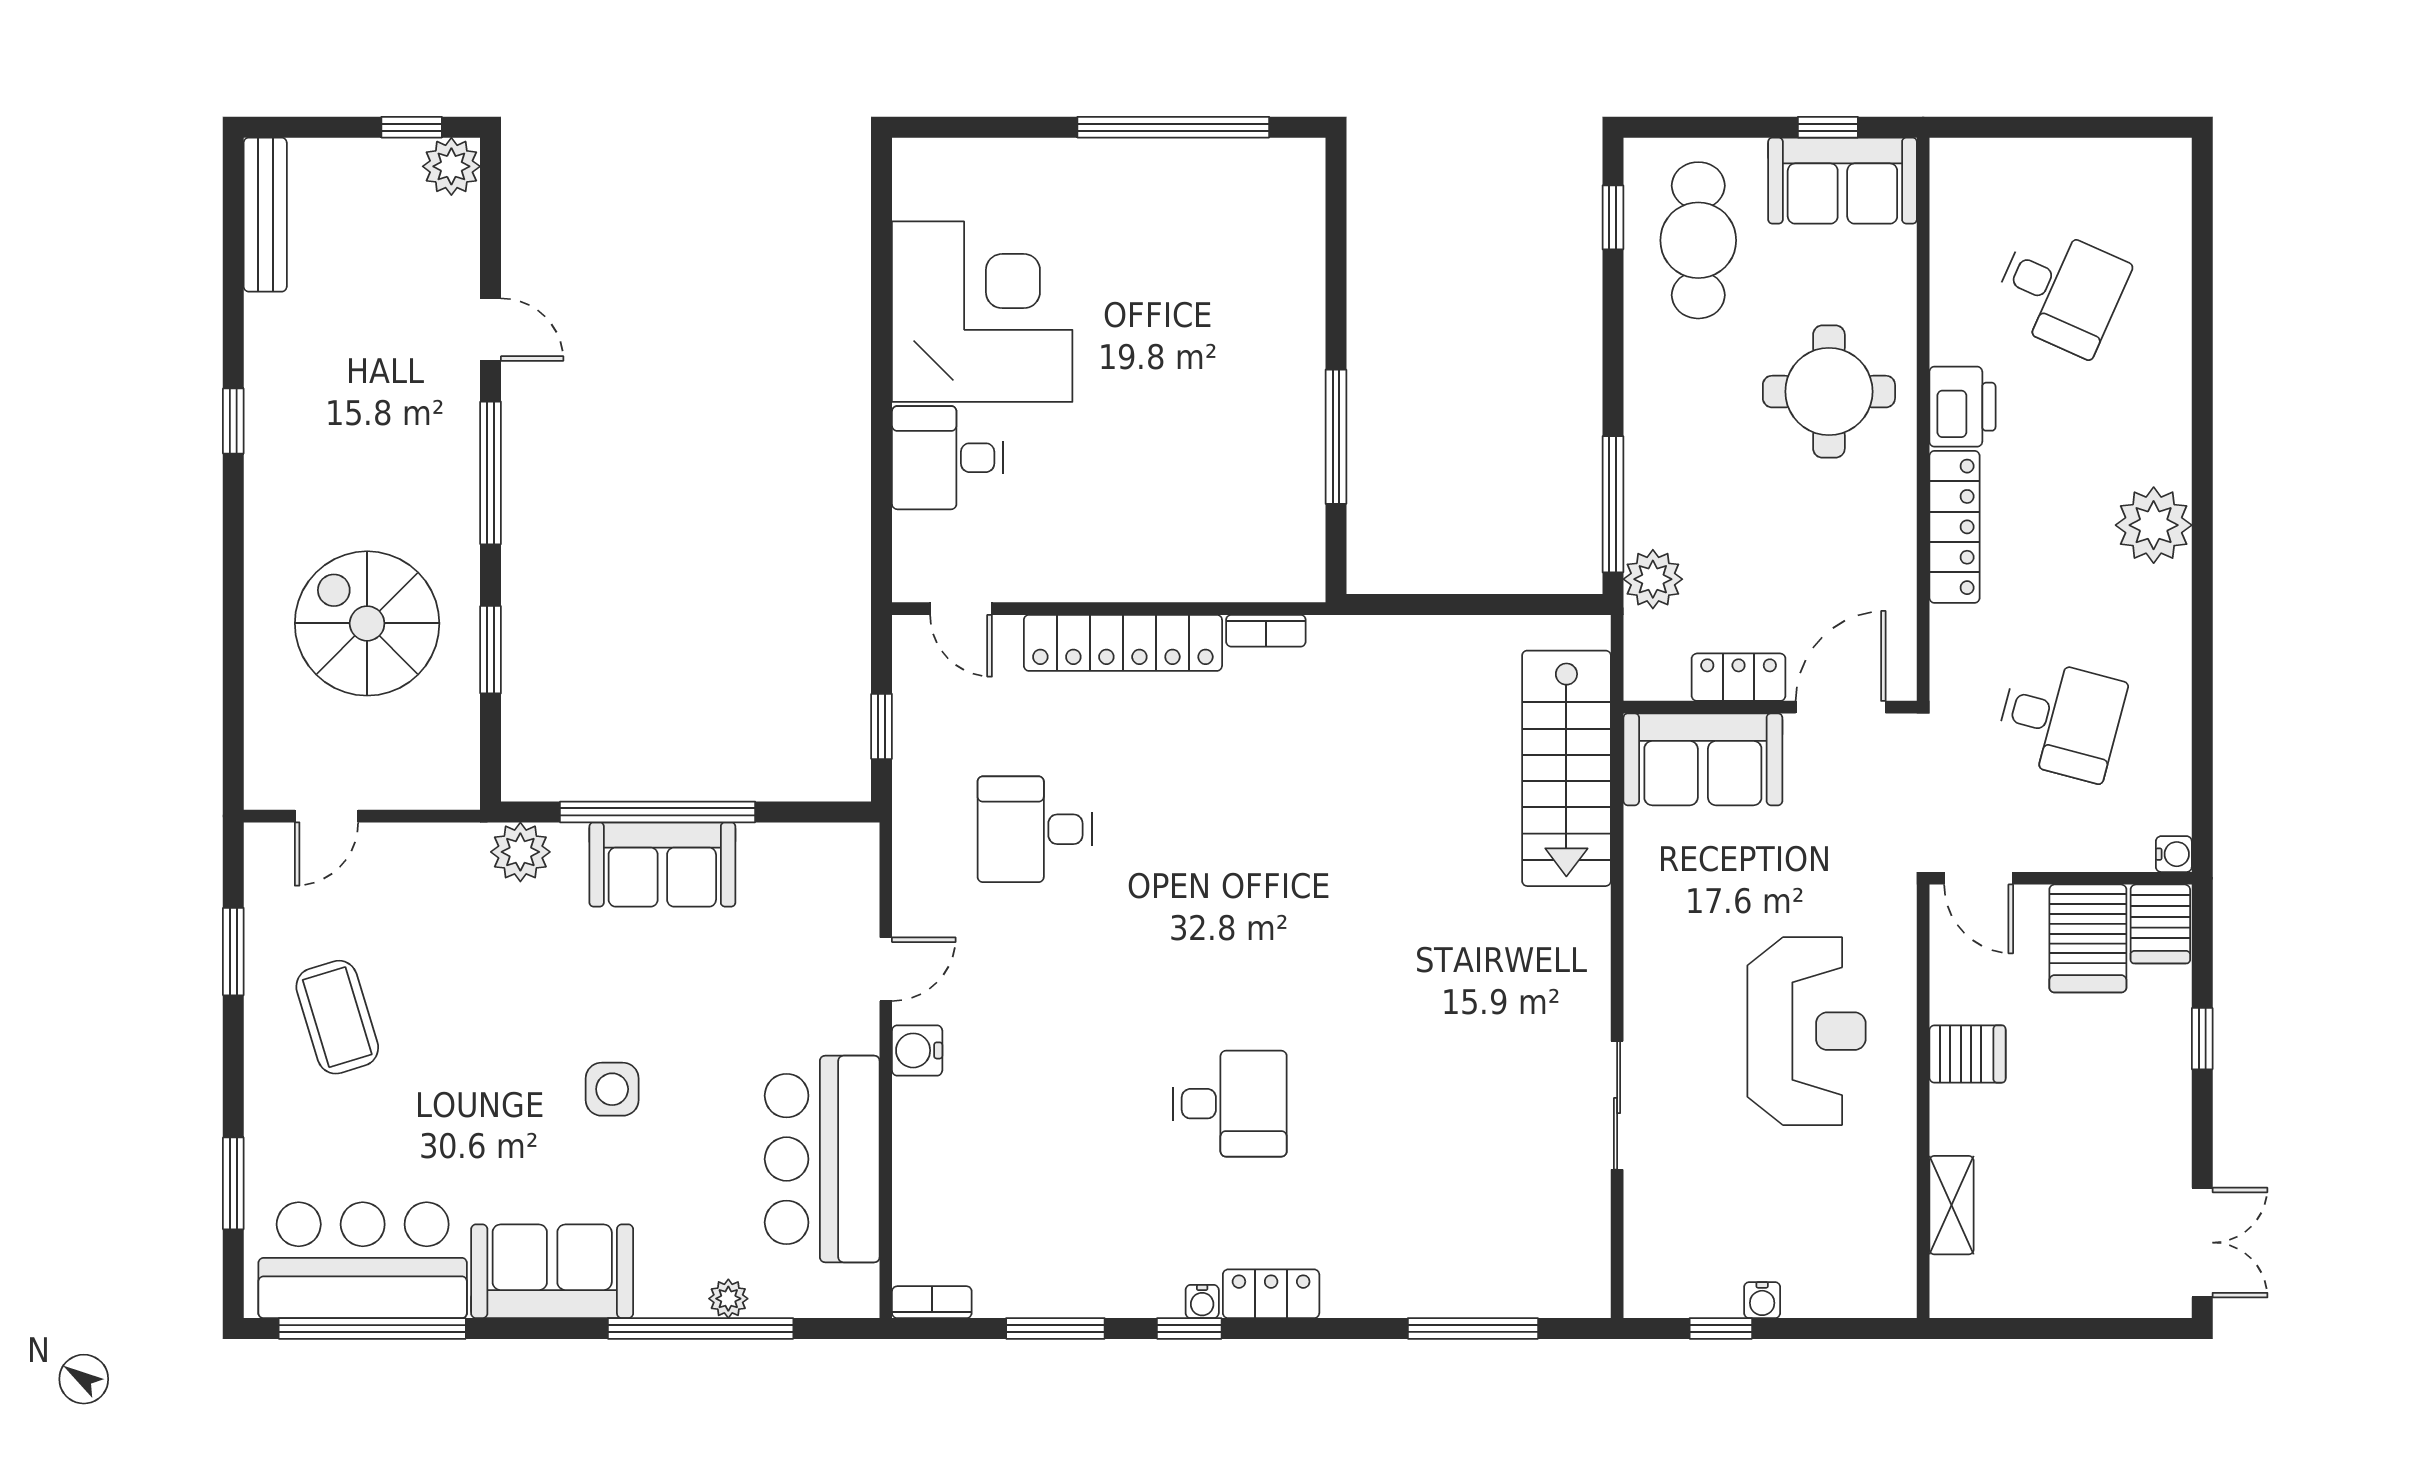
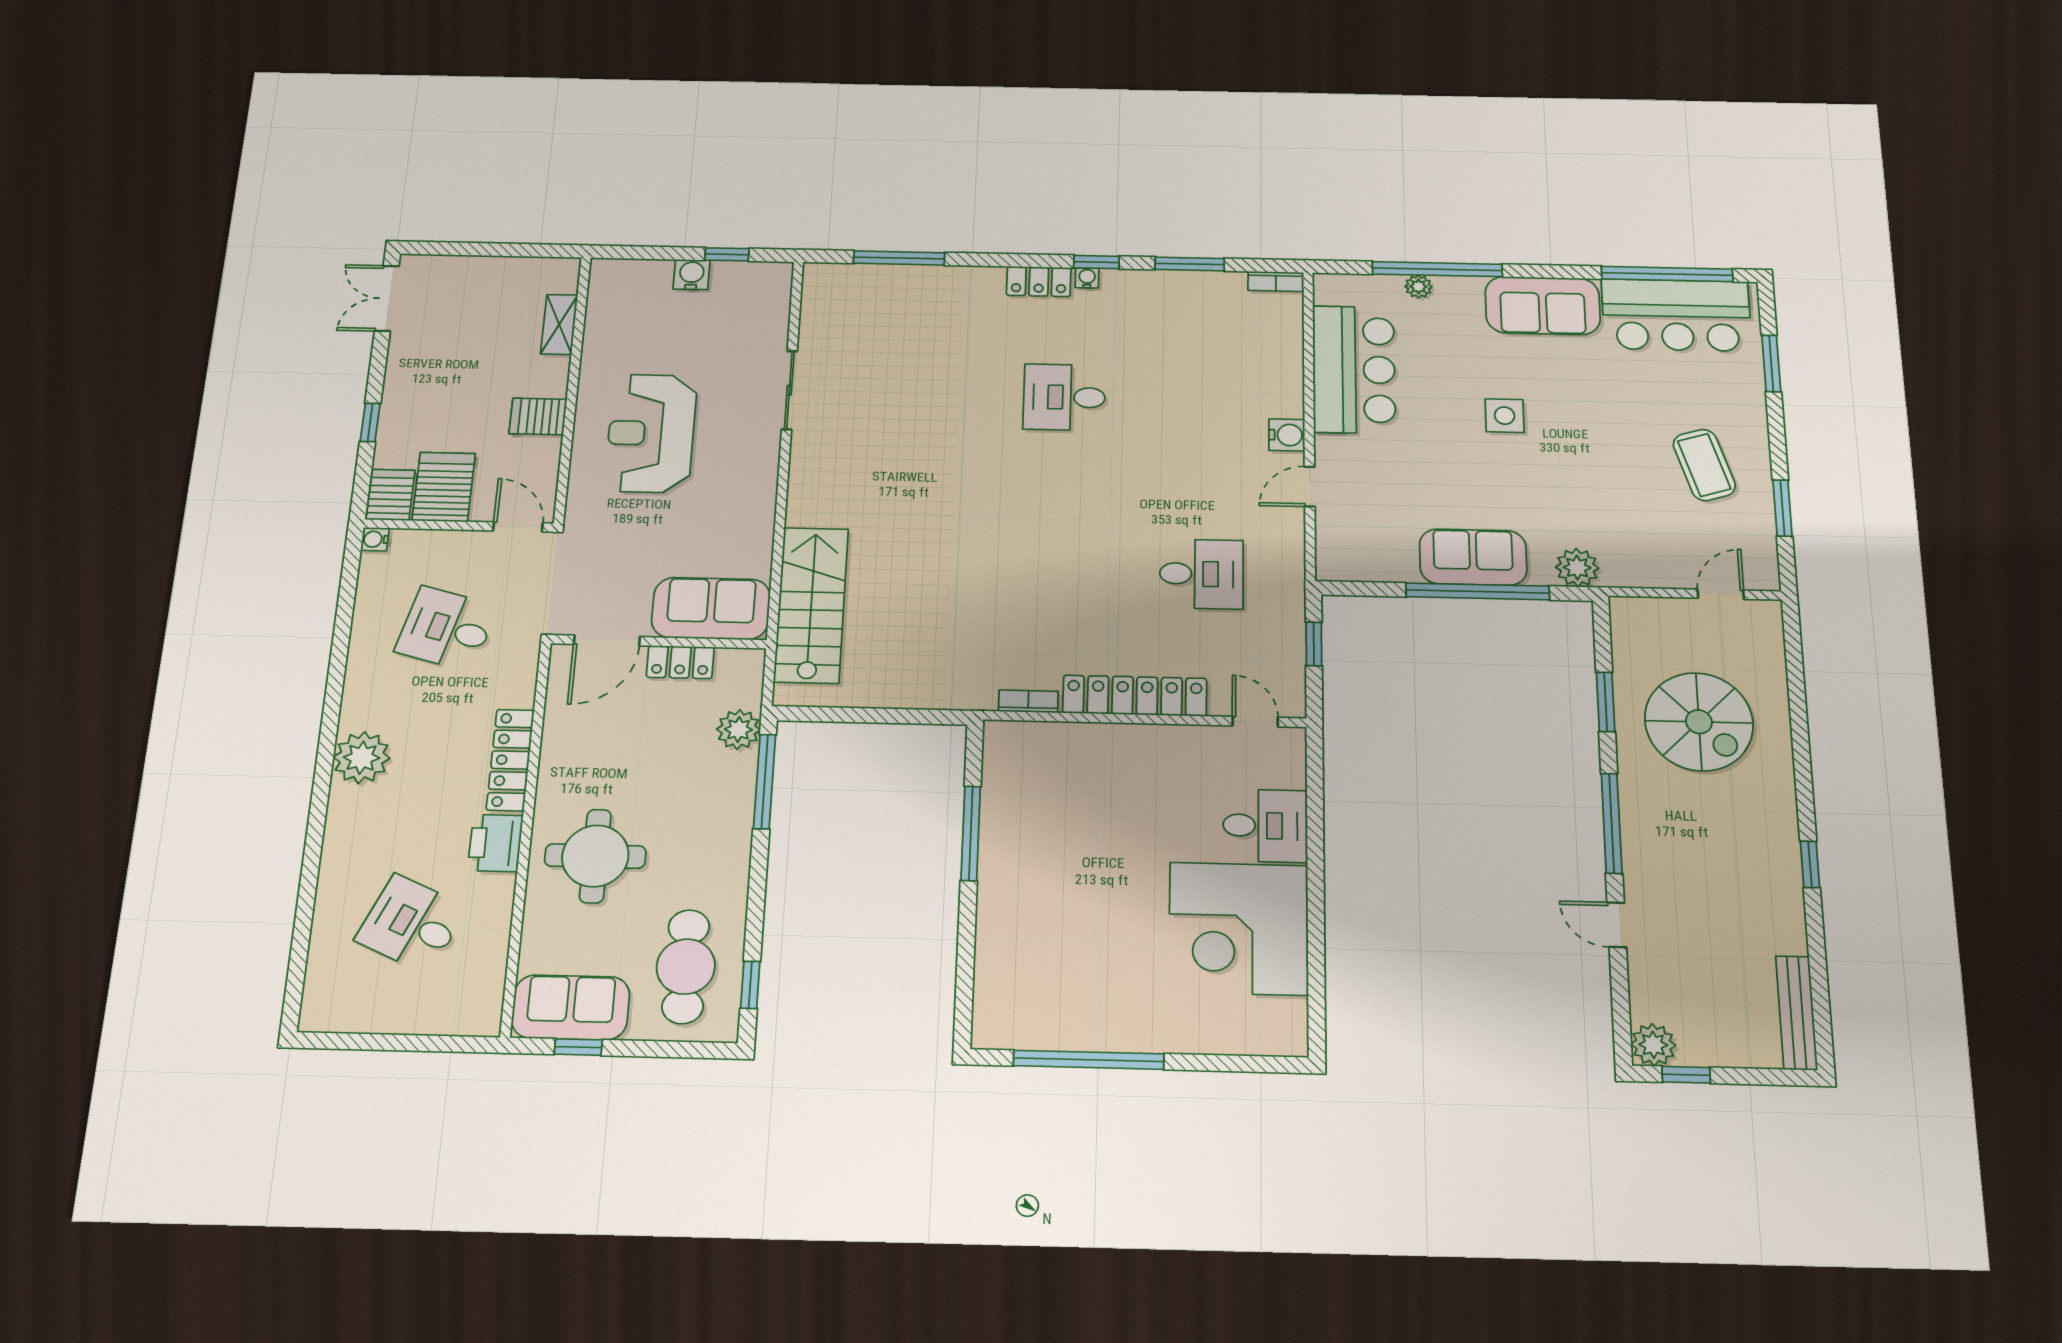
water cooler: (1762, 1300) -> (692, 275), width x1.38, depth x1.38

